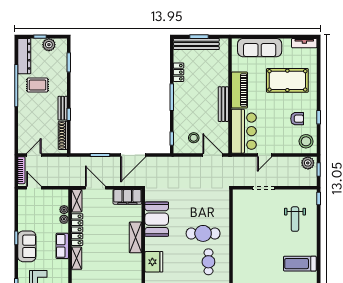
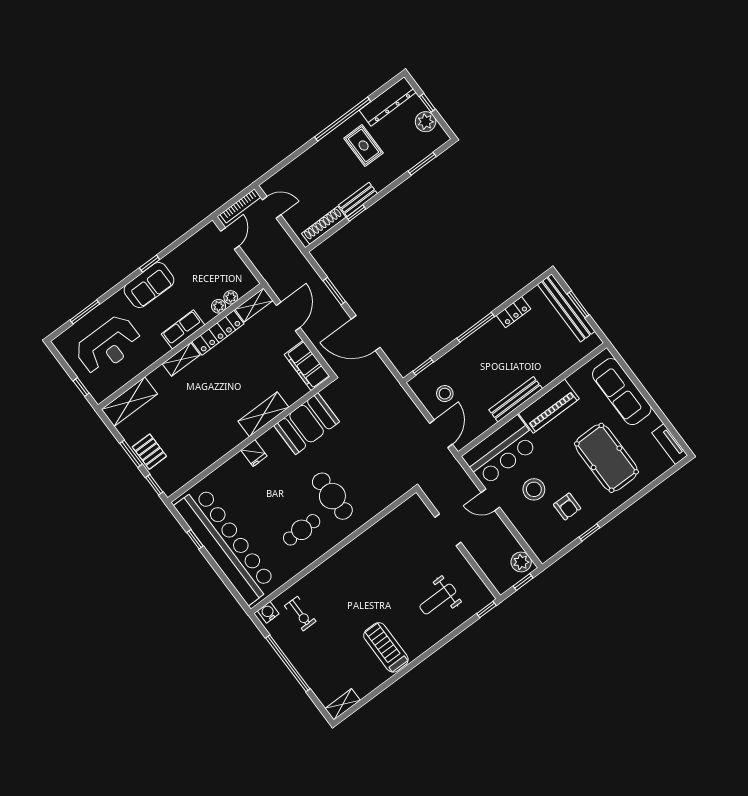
stool: (306, 141) -> (534, 489), moved
fridge: (154, 262) -> (254, 453), width x0.53, depth x0.75

